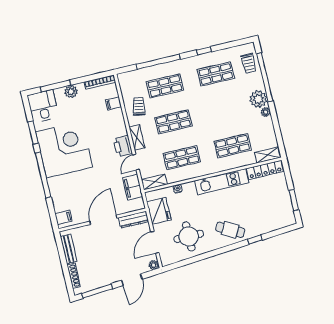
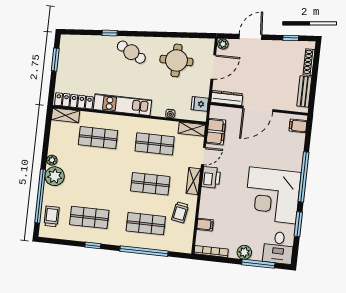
fridge: (159, 211) -> (200, 104), width x0.53, depth x0.75
window: (97, 291) -> (291, 38), width x0.46

